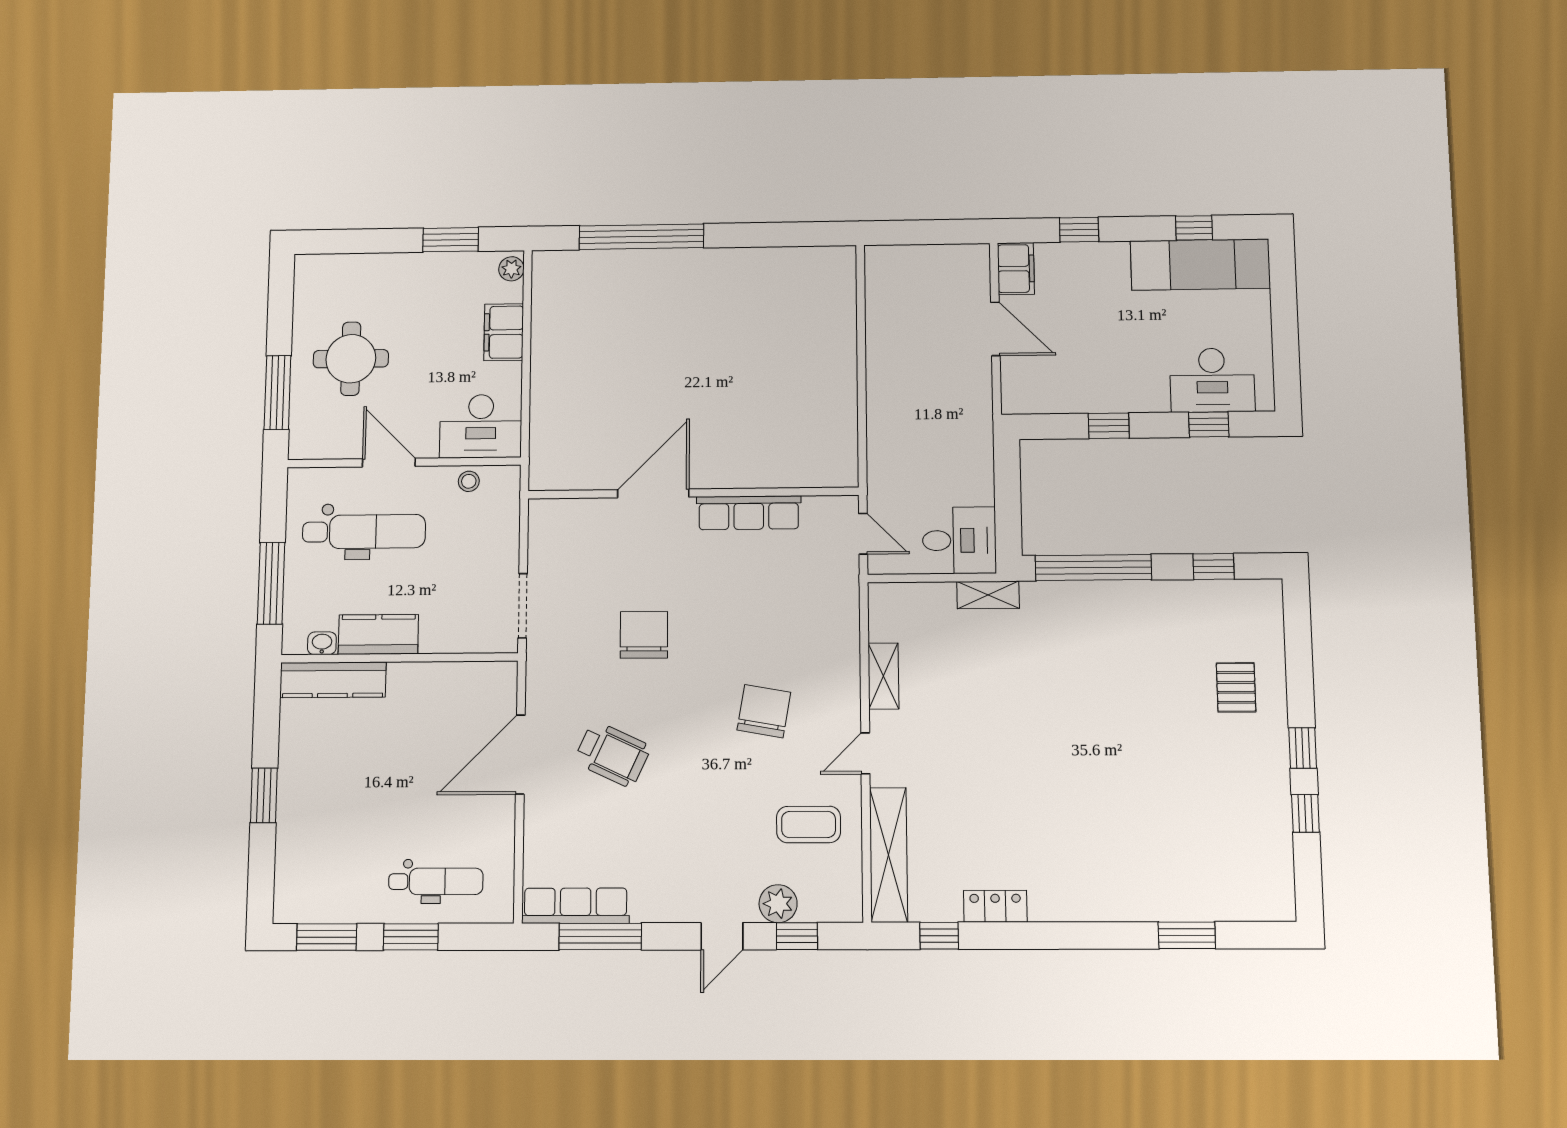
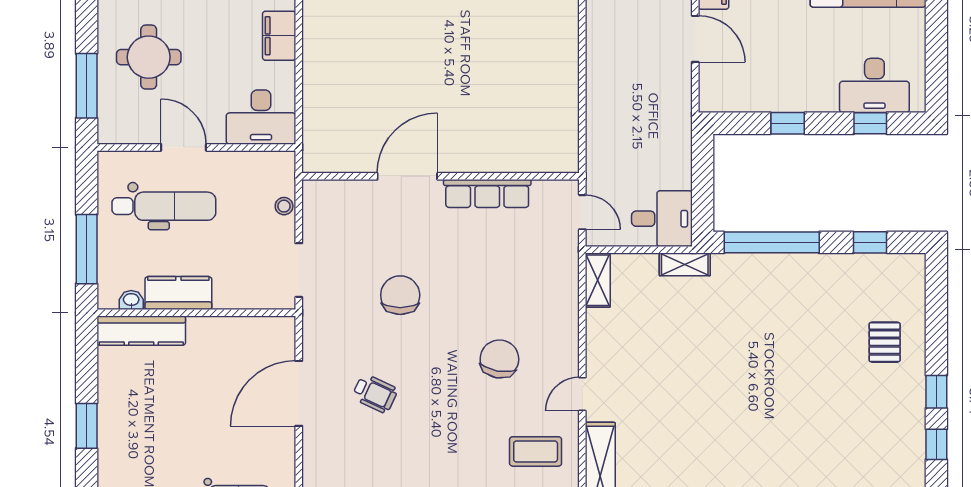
stool: (469, 481) -> (284, 206), moved
shelving: (883, 676) -> (598, 280), moved
wheelchair: (612, 754) -> (375, 393), width x0.73, depth x0.73

